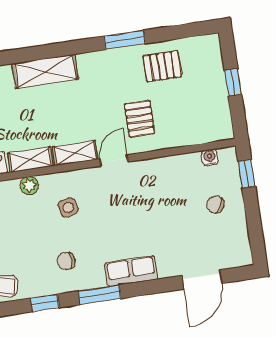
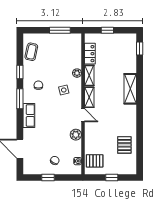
window: (125, 40) -> (140, 129), removed
pallet: (140, 119) -> (95, 161), moved
plant: (156, 169) -> (76, 135), added
window: (247, 174) -> (48, 178), moved

